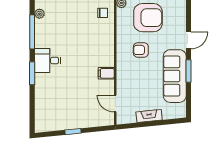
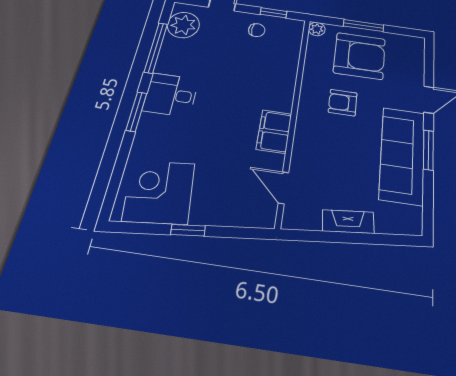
chair: (103, 13) -> (257, 30), moved
plant: (39, 14) -> (183, 25), width x1.88, depth x1.88
filing cabinet: (106, 73) -> (274, 132), width x2.00
corner desk: (55, 115) -> (159, 192), added

